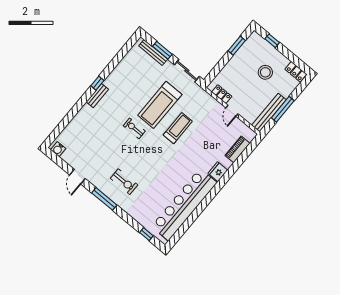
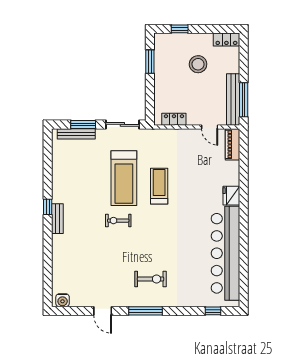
window: (283, 109) -> (244, 100), moved
door: (232, 111) -> (210, 127), moved
piano: (238, 149) -> (232, 144), moved

